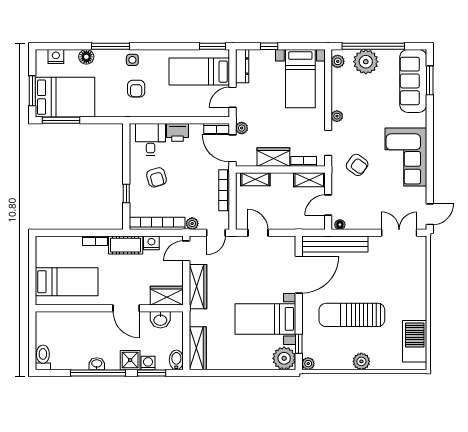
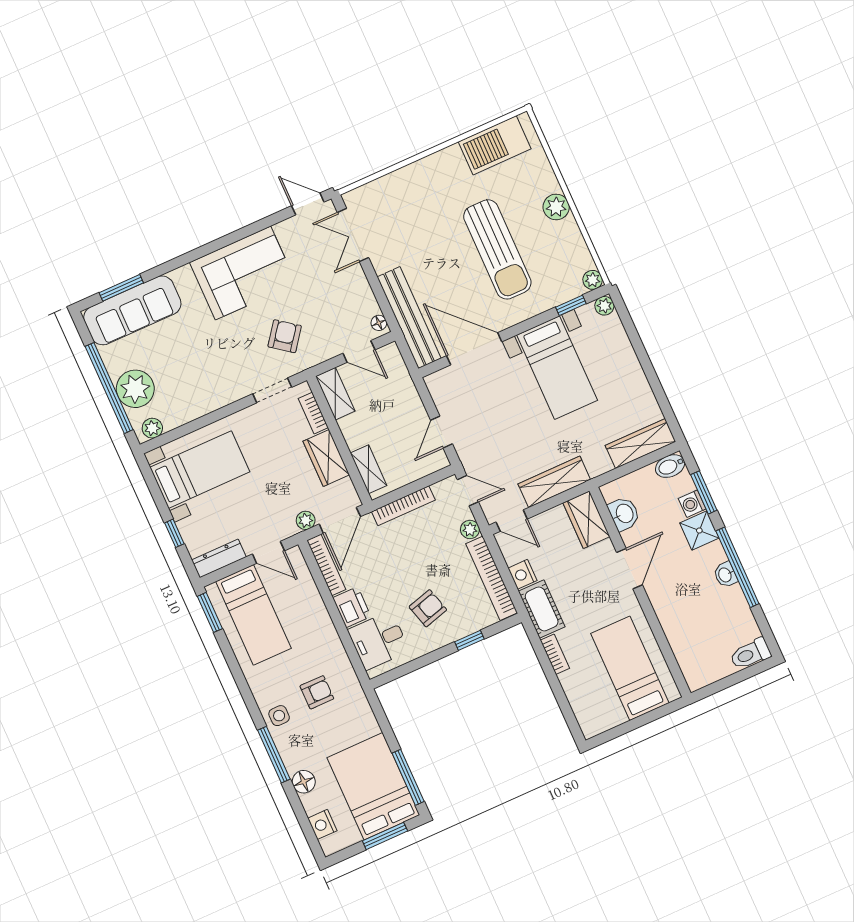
plant: (337, 116) -> (229, 395), removed
bookcase: (217, 128) -> (326, 565), width x1.56
plant: (284, 358) -> (604, 306), width x0.53, depth x0.53

